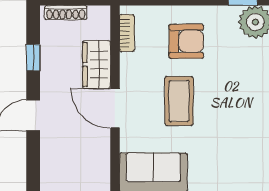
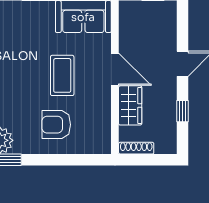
shoe rack: (66, 13) -> (136, 148), moved
bookcase: (127, 33) -> (105, 131), removed

